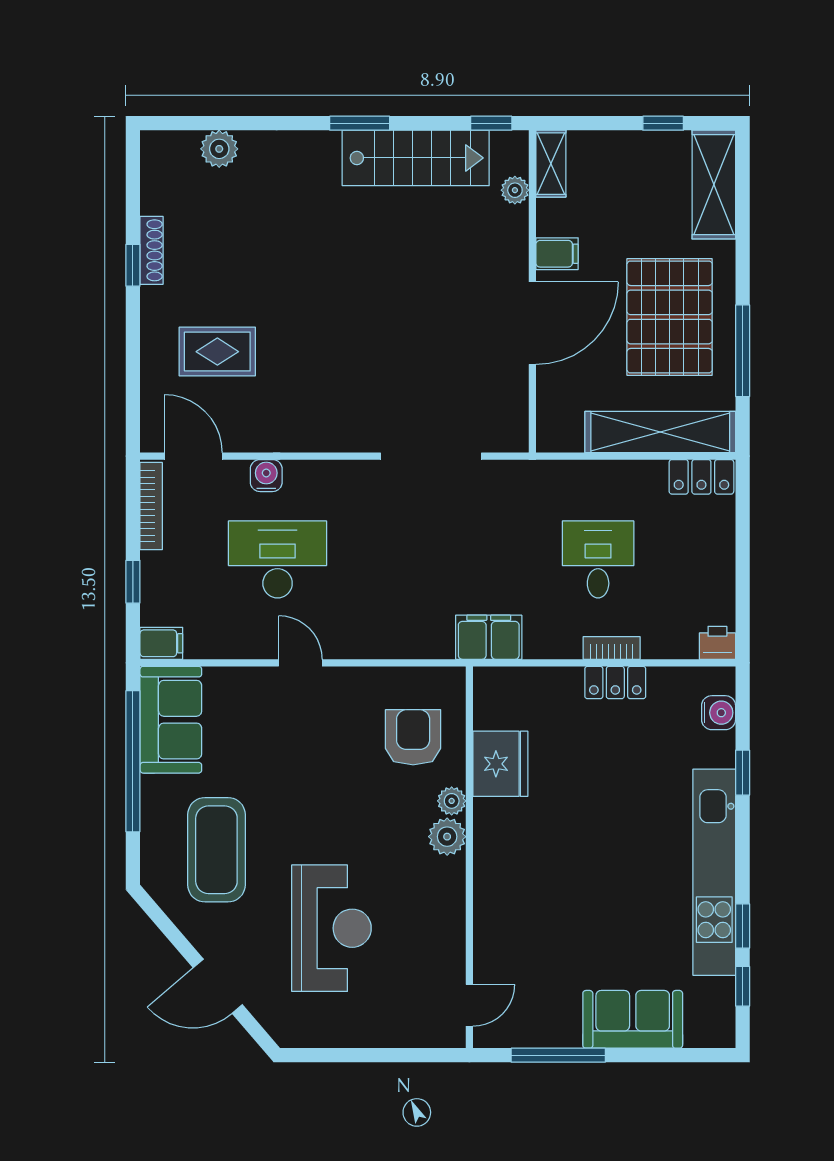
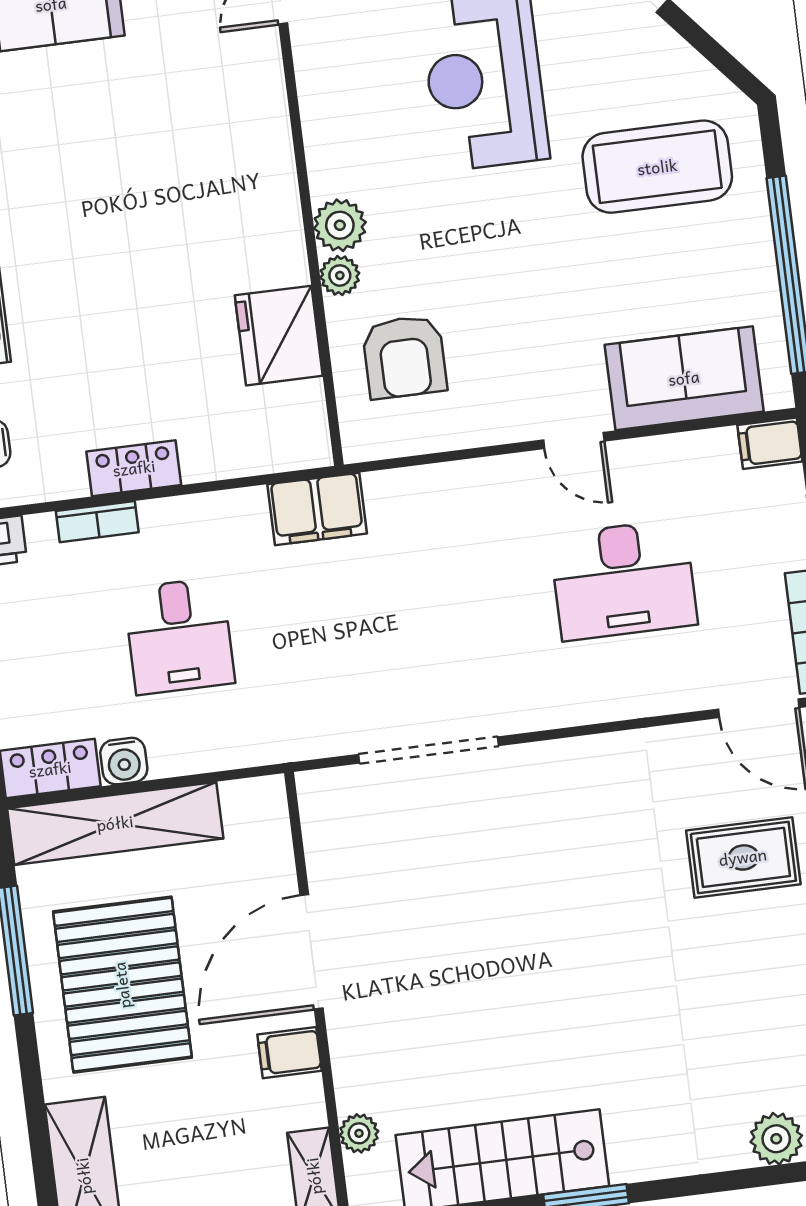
water cooler: (266, 476) -> (124, 761), moved
bookcase: (612, 648) -> (97, 522), moved
sofa: (171, 720) -> (684, 378), moved, turned 90
coffee table: (216, 850) -> (657, 167), turned 90

